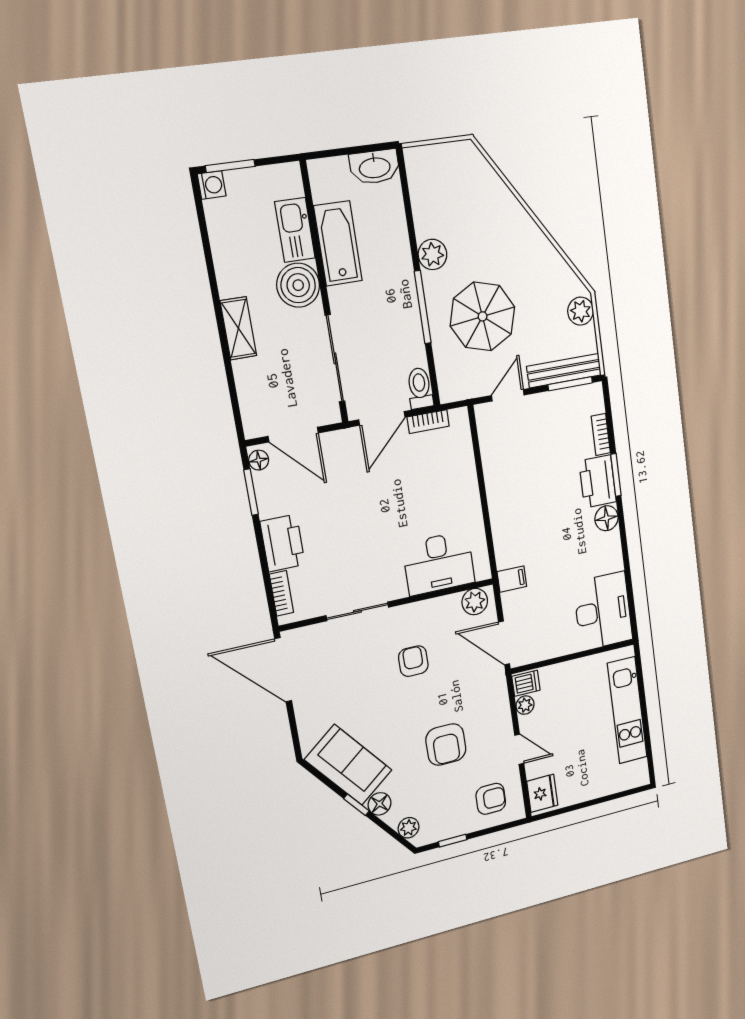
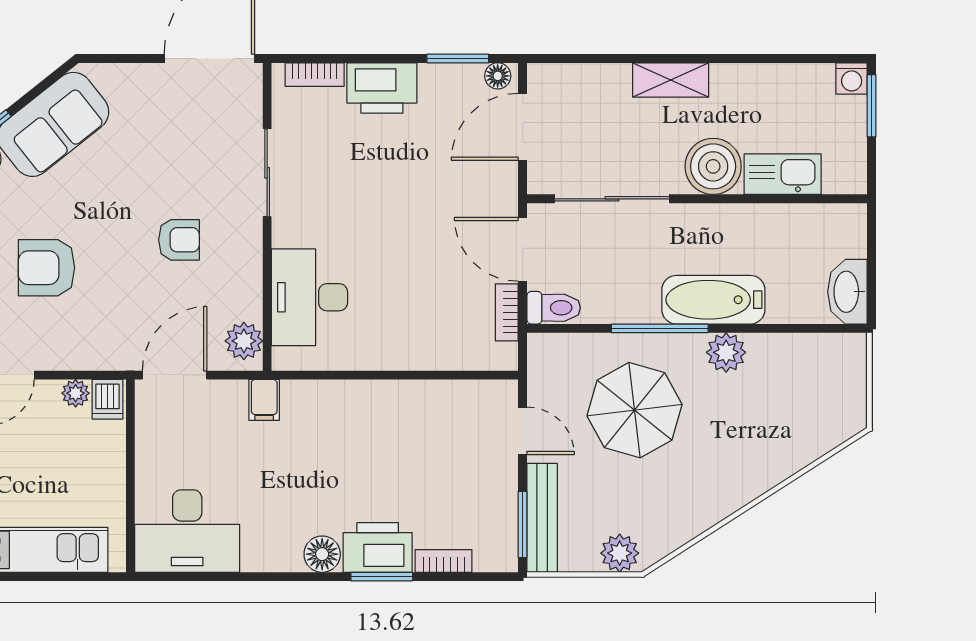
bathtub: (338, 243) -> (713, 300), moved, turned 180

